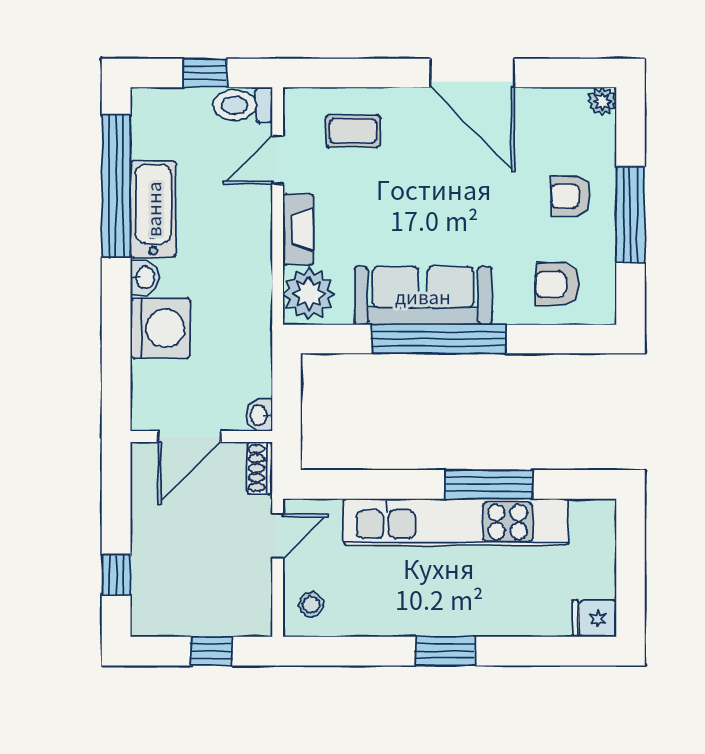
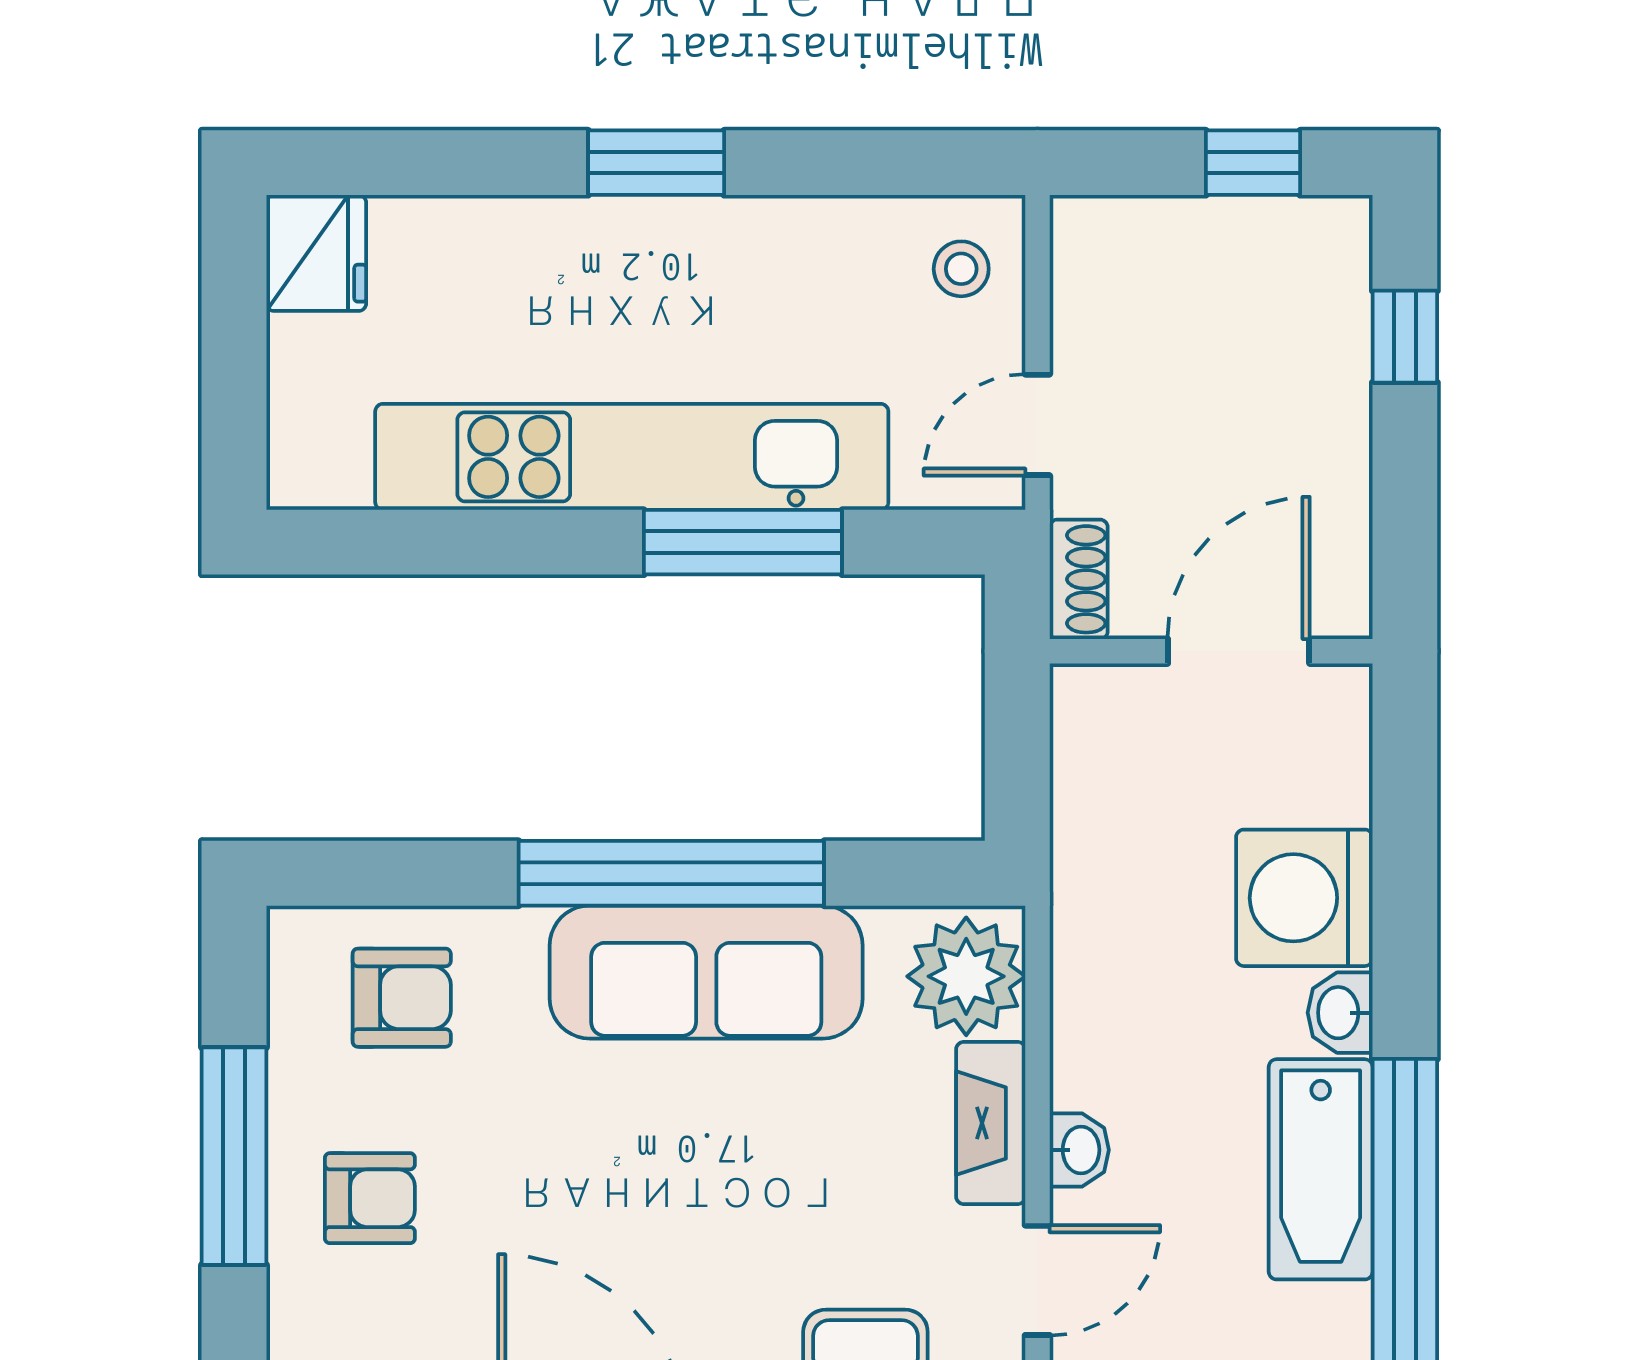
washbasin: (259, 415) -> (1079, 1150), moved
window: (489, 484) -> (743, 542), moved
fridge: (594, 619) -> (316, 253), width x1.38
window: (211, 651) -> (1253, 163), moved

